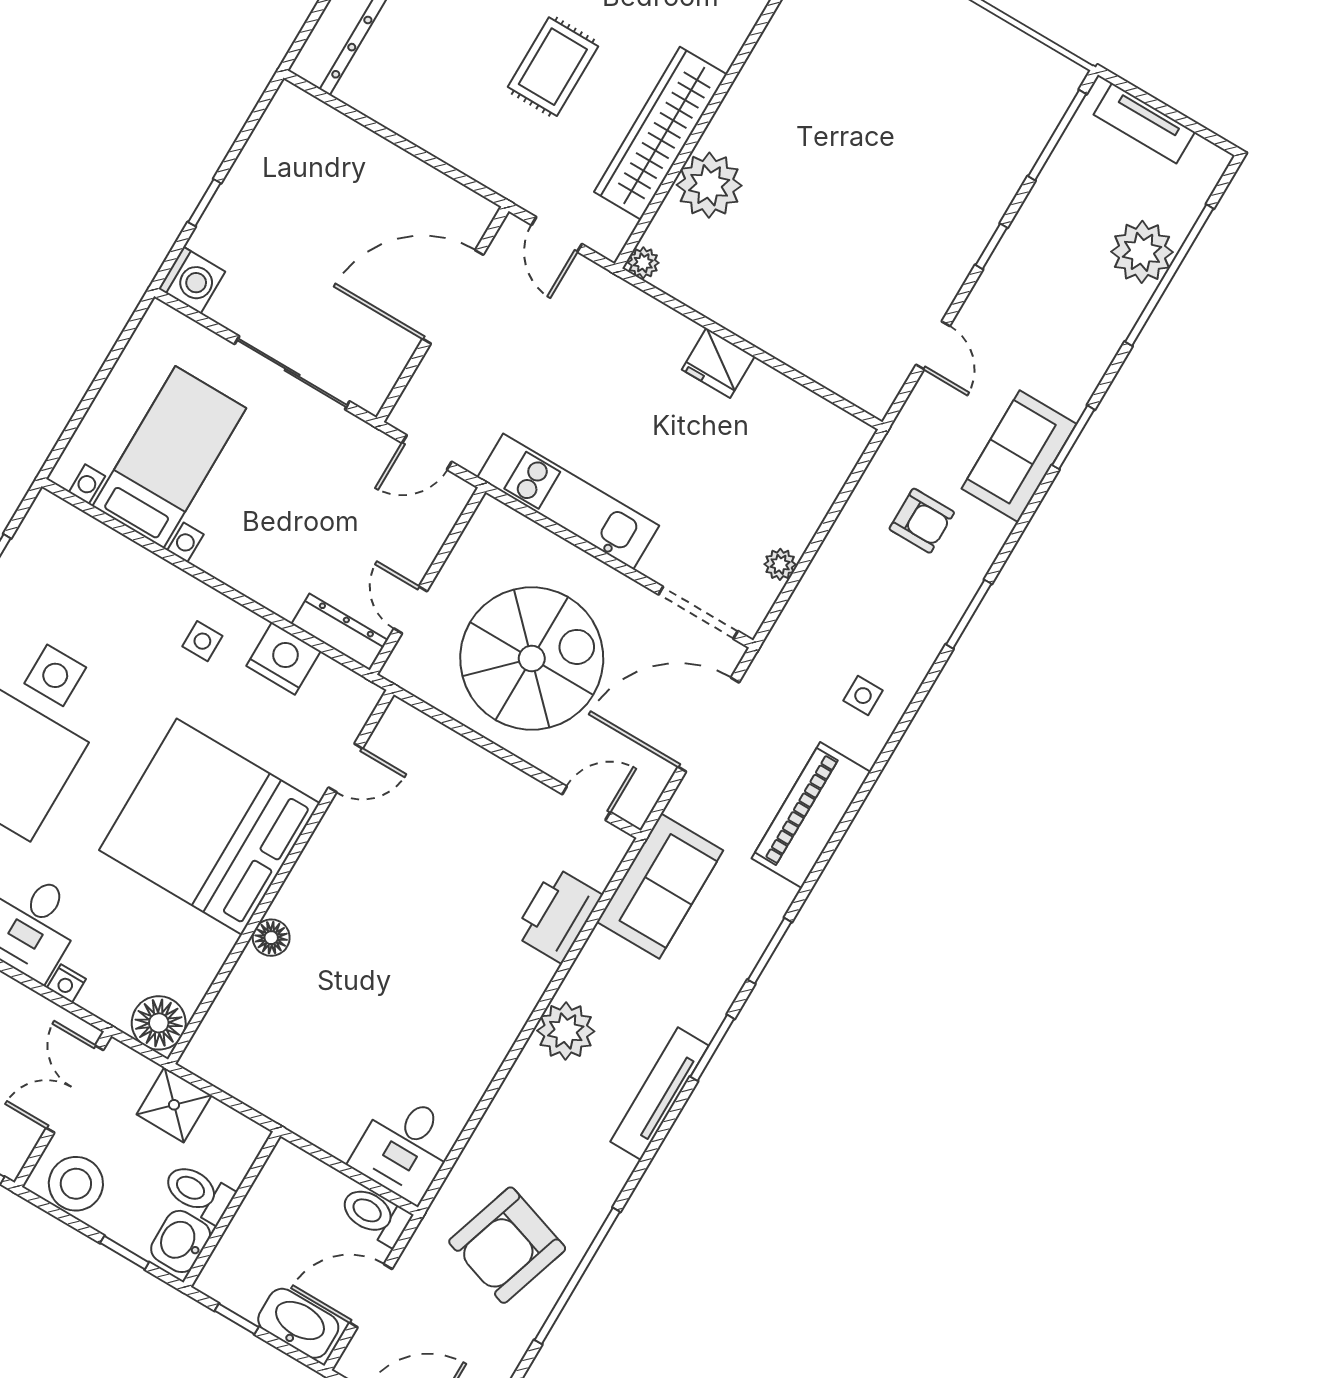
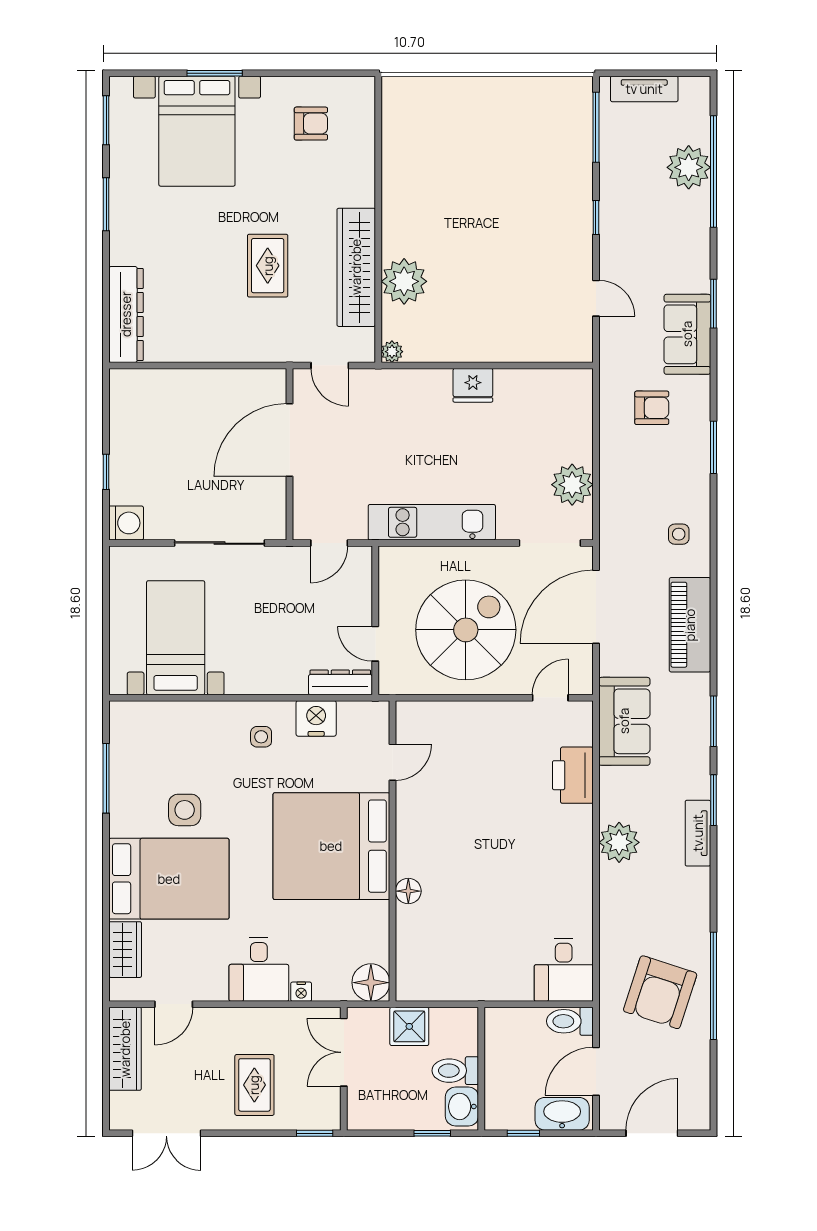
plant: (780, 564) -> (572, 485), width x1.88, depth x1.88
tv unit: (659, 1094) -> (698, 833), width x0.71
stool: (76, 1184) -> (378, 1109), removed

